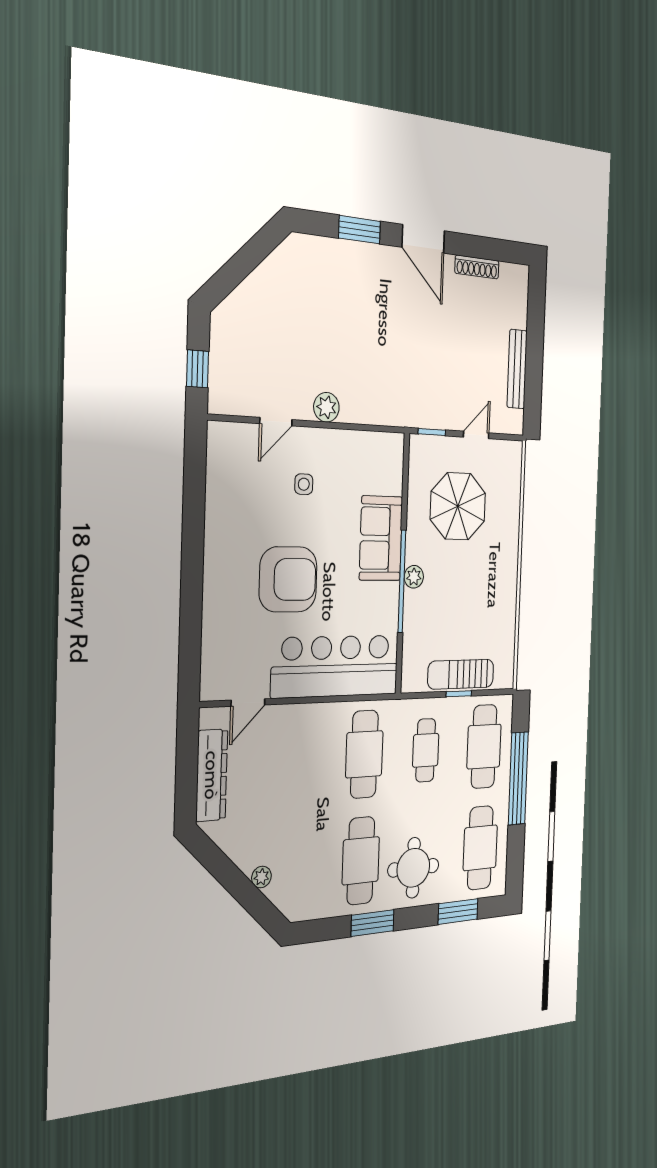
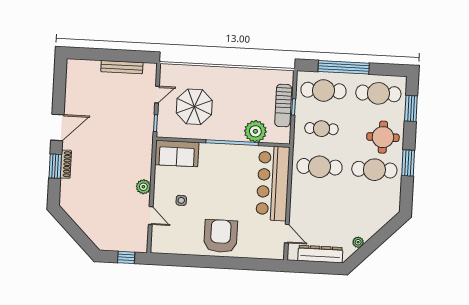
shoe rack: (477, 267) -> (66, 164), moved
door: (476, 435) -> (157, 95), swing flipped
sofa: (381, 538) -> (177, 154), moved
plant: (414, 577) -> (255, 131), moved, width x1.88, depth x1.88
armchair: (288, 579) -> (221, 236), moved
plant: (261, 877) -> (358, 242), moved

